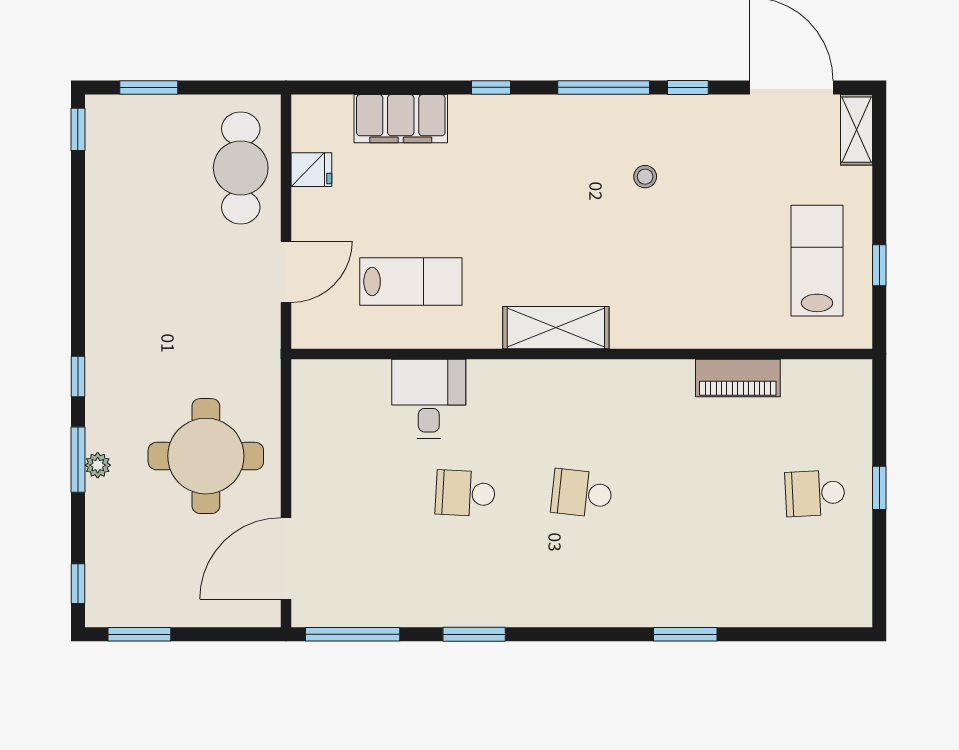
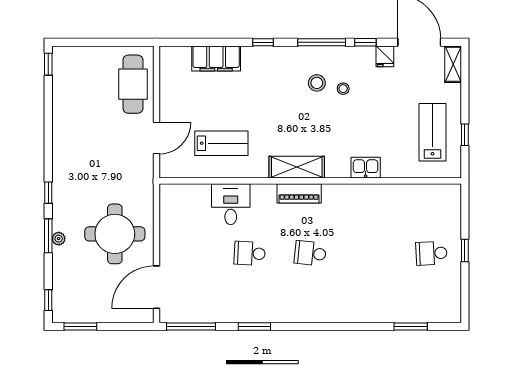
window: (149, 87) -> (85, 42), removed
stool: (595, 166) -> (317, 83), added
fridge: (311, 170) -> (385, 56), moved, turned 90
kitchen sink: (688, 329) -> (366, 168), added
piano: (738, 378) -> (299, 193), moved
window: (685, 634) -> (411, 327), moved

